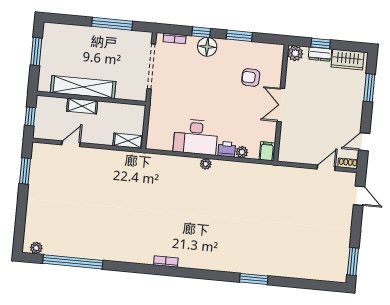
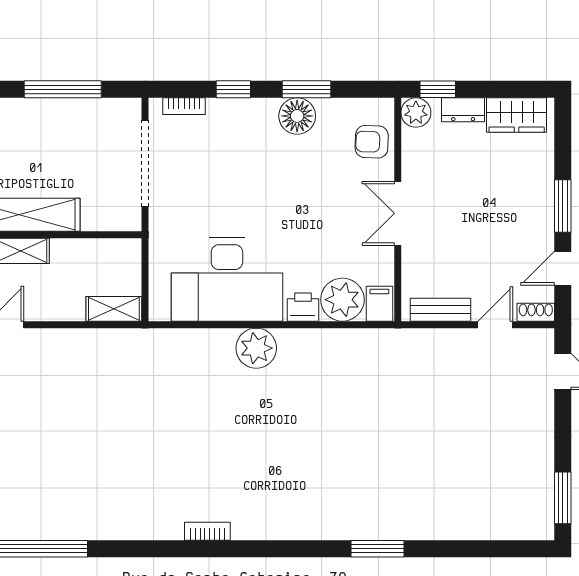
window: (321, 43) -> (438, 89), moved
floor lamp: (207, 47) -> (297, 116), moved
armchair: (251, 77) -> (372, 142), moved
window: (369, 88) -> (563, 206), moved
desk: (196, 137) -> (227, 280), width x1.36, depth x1.30
plant: (242, 152) -> (342, 300), width x1.88, depth x1.88
bench: (298, 157) -> (440, 310), added
plant: (206, 164) -> (256, 348), width x1.87, depth x1.87

